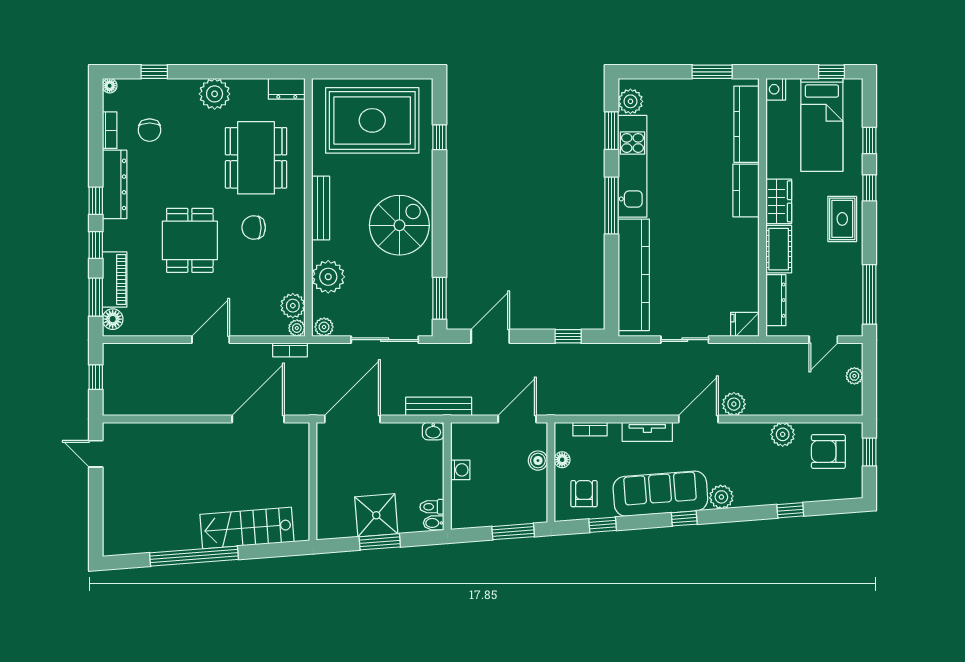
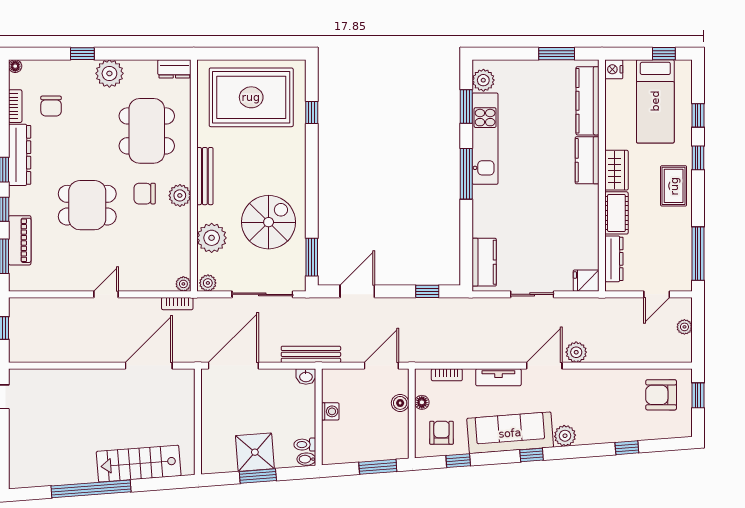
window: (154, 72) -> (82, 54), moved
spiral stairs: (399, 225) -> (269, 222), moved
dining table: (190, 240) -> (87, 205), turned 90
kitchen counter: (634, 275) -> (484, 262), width x0.48, depth x0.86
plant: (293, 306) -> (180, 195), moved
floor lamp: (113, 319) -> (18, 276), removed
door: (211, 340) -> (106, 294), width x0.73
plant: (783, 434) -> (620, 379), removed

